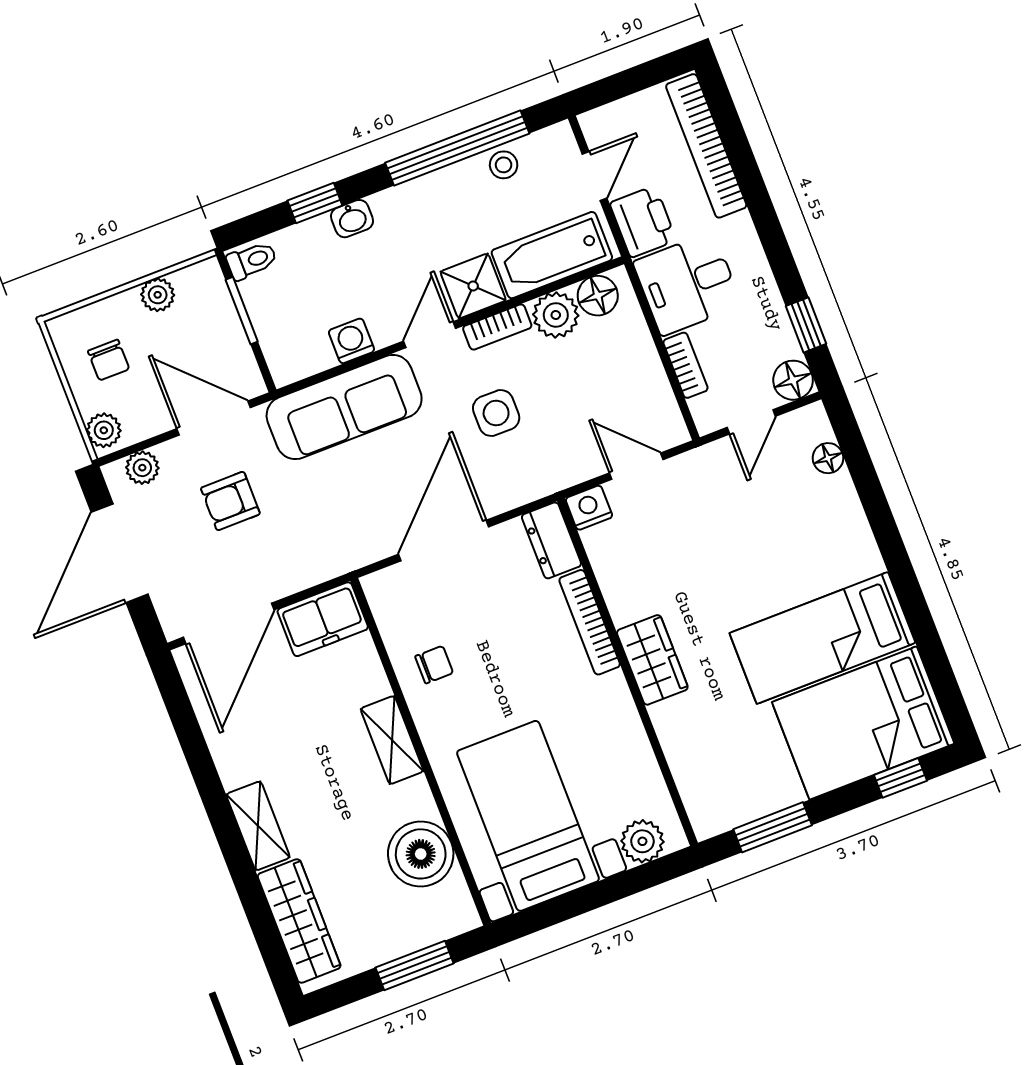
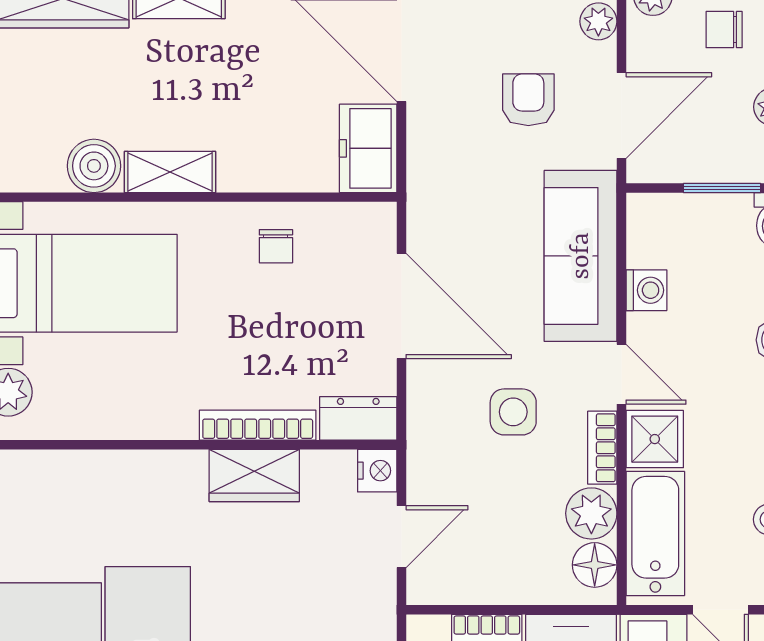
wardrobe: (652, 660) -> (254, 475), moved
shelving: (392, 740) -> (170, 172), moved
boiler: (421, 854) -> (94, 166), width x0.73, depth x0.73

